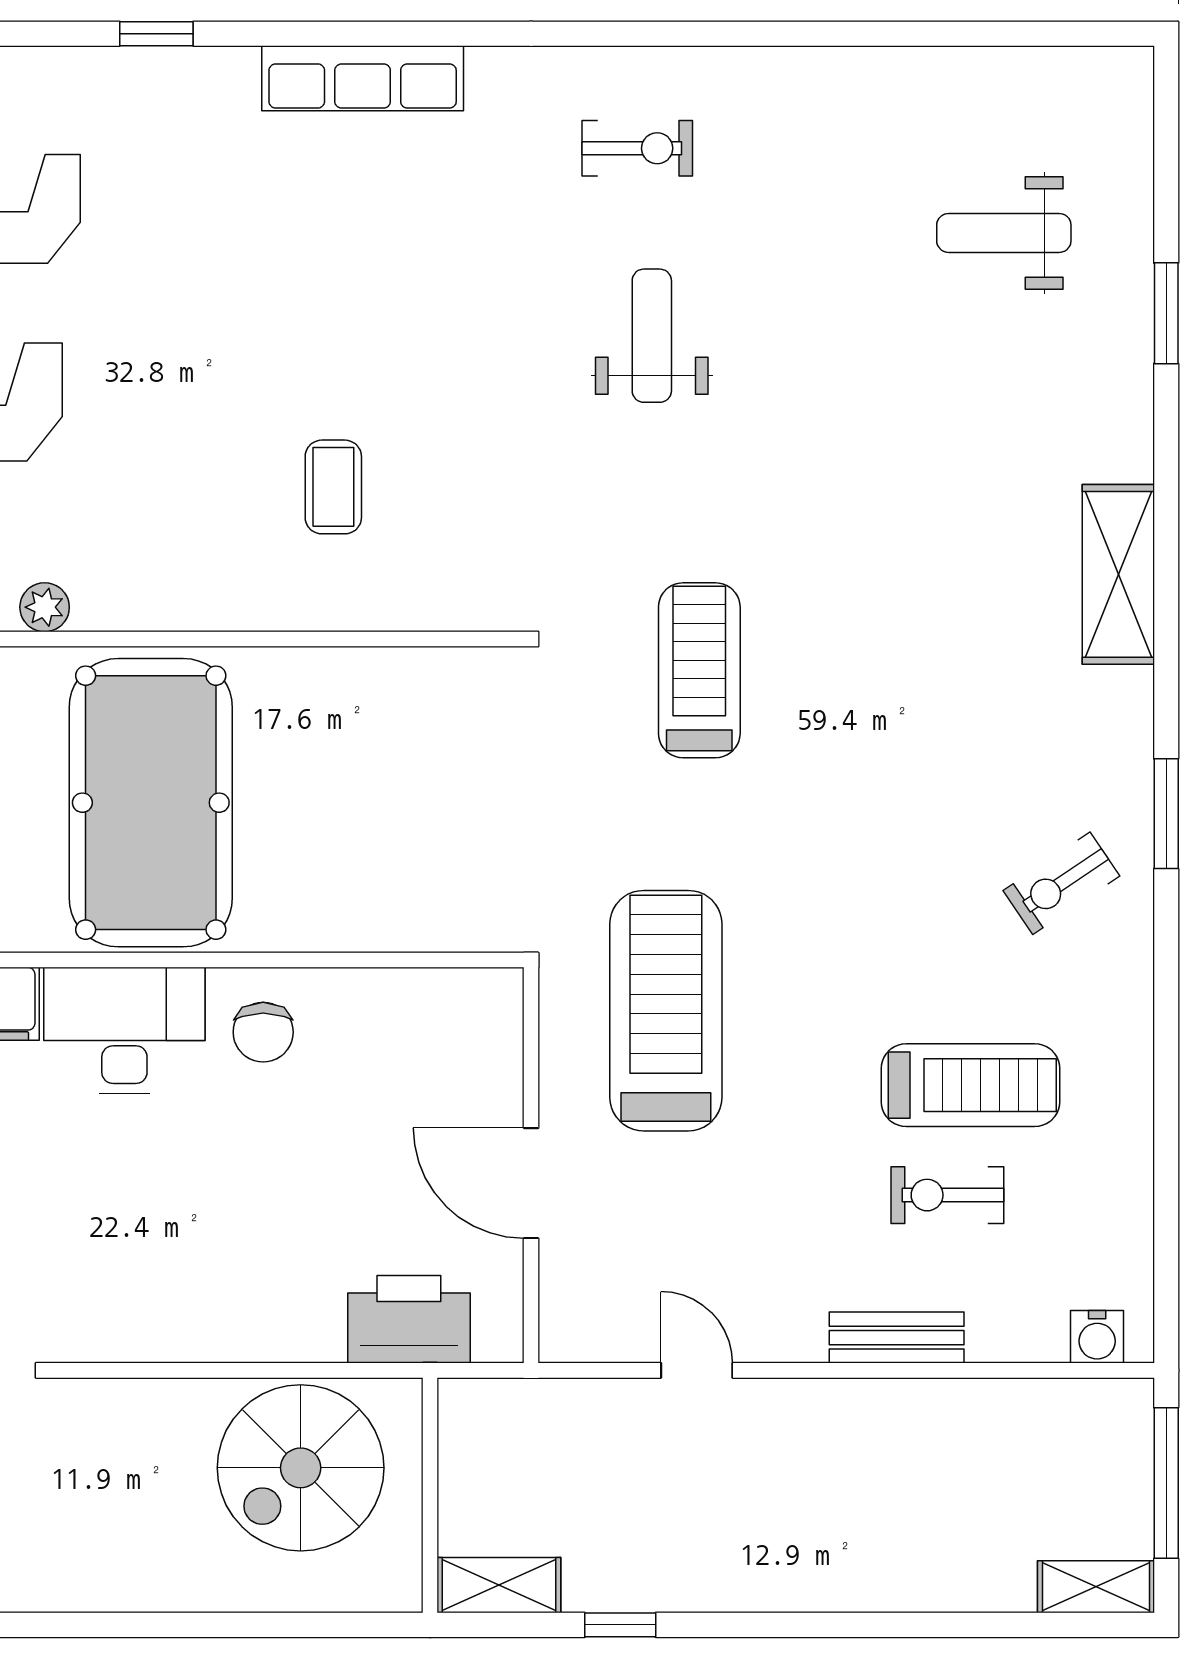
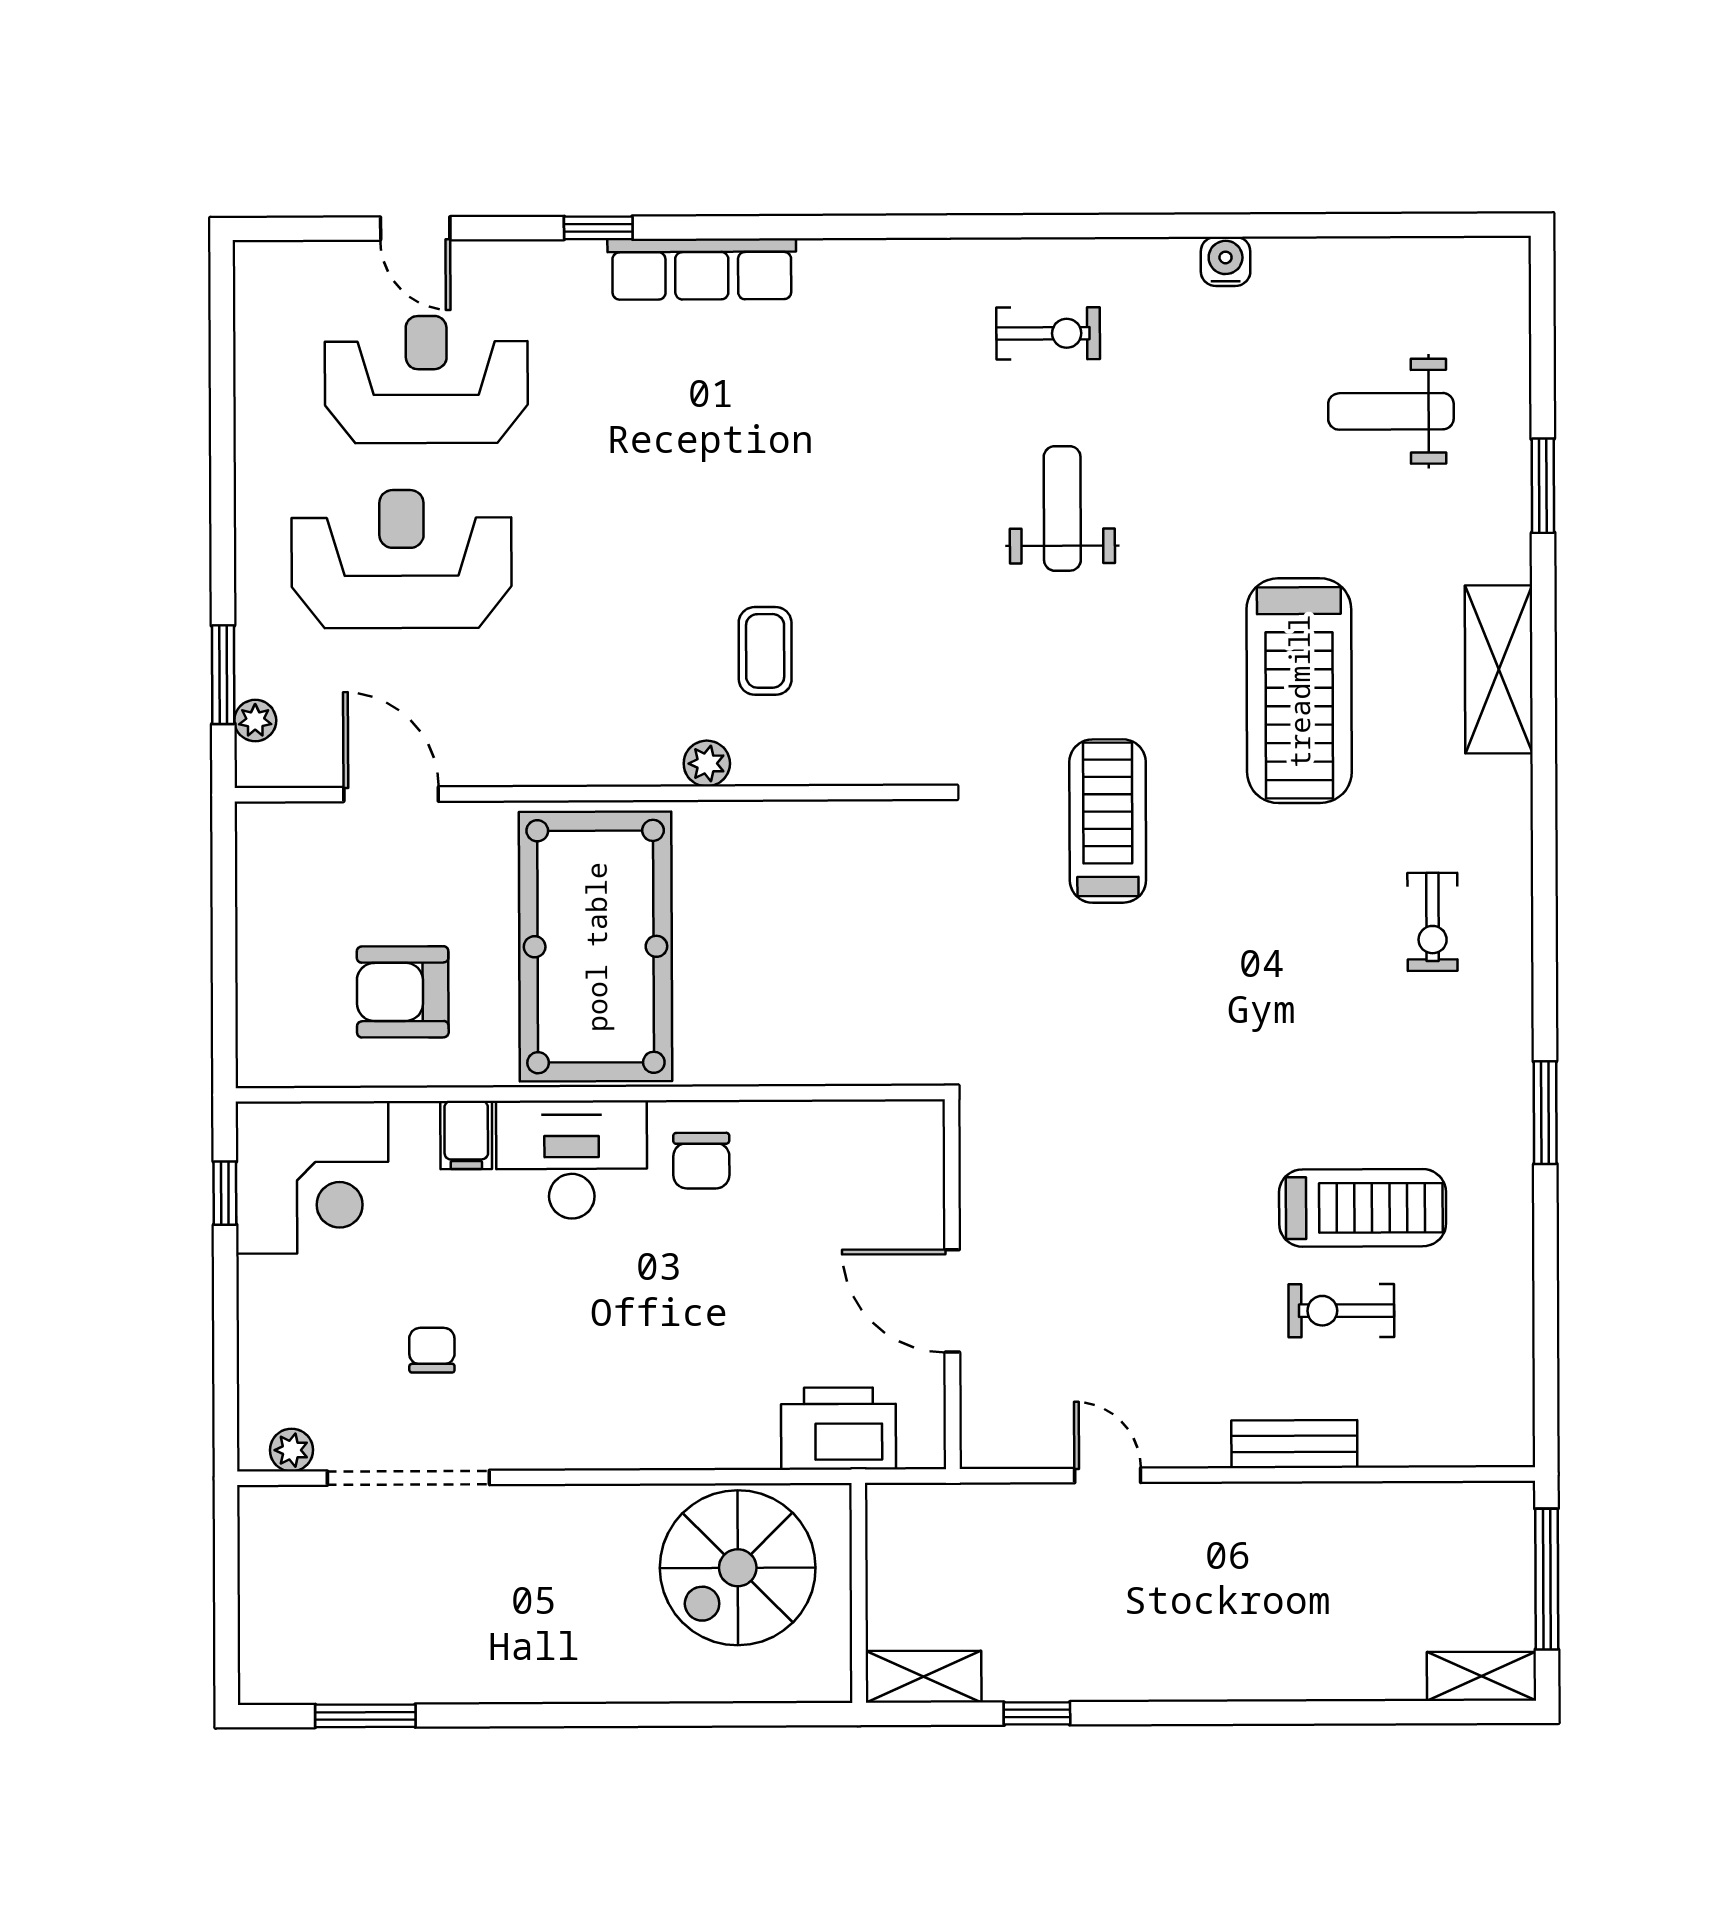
row of seats: (363, 78) -> (702, 269), moved
shelving: (1118, 574) -> (1499, 669), moved
plant: (45, 607) -> (707, 763), moved
window: (1166, 814) -> (1545, 1113), moved
exercise bike: (1061, 883) -> (1432, 922), moved, turned -56
treadmill: (666, 1011) -> (1299, 691), moved, turned 180
water cooler: (1097, 1337) -> (1226, 261), moved, turned 180

